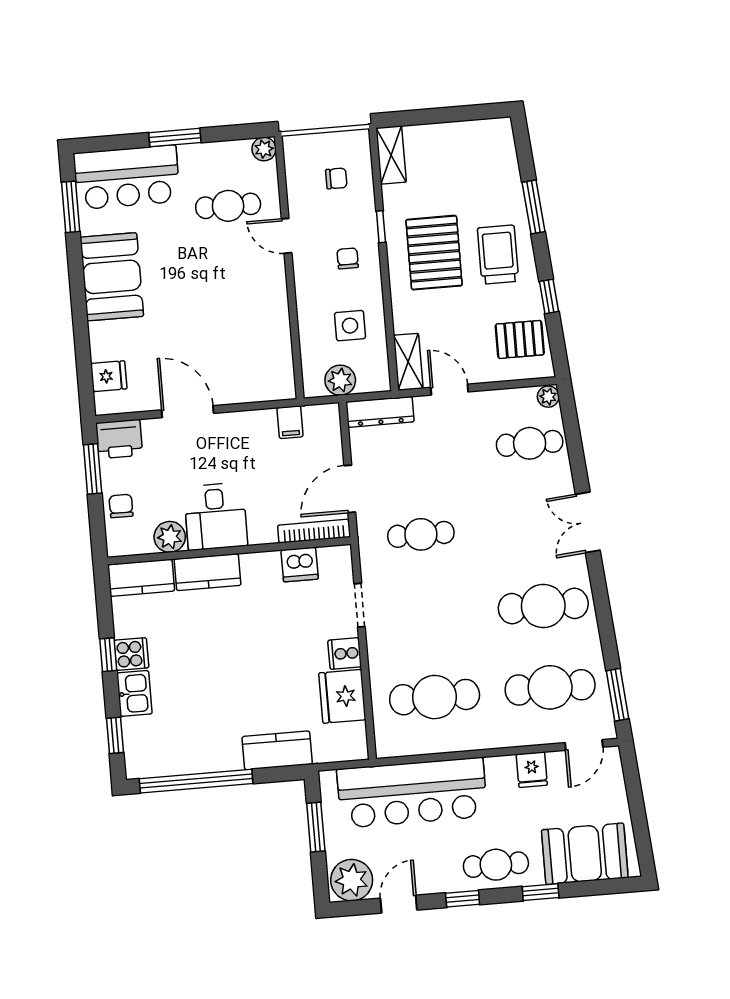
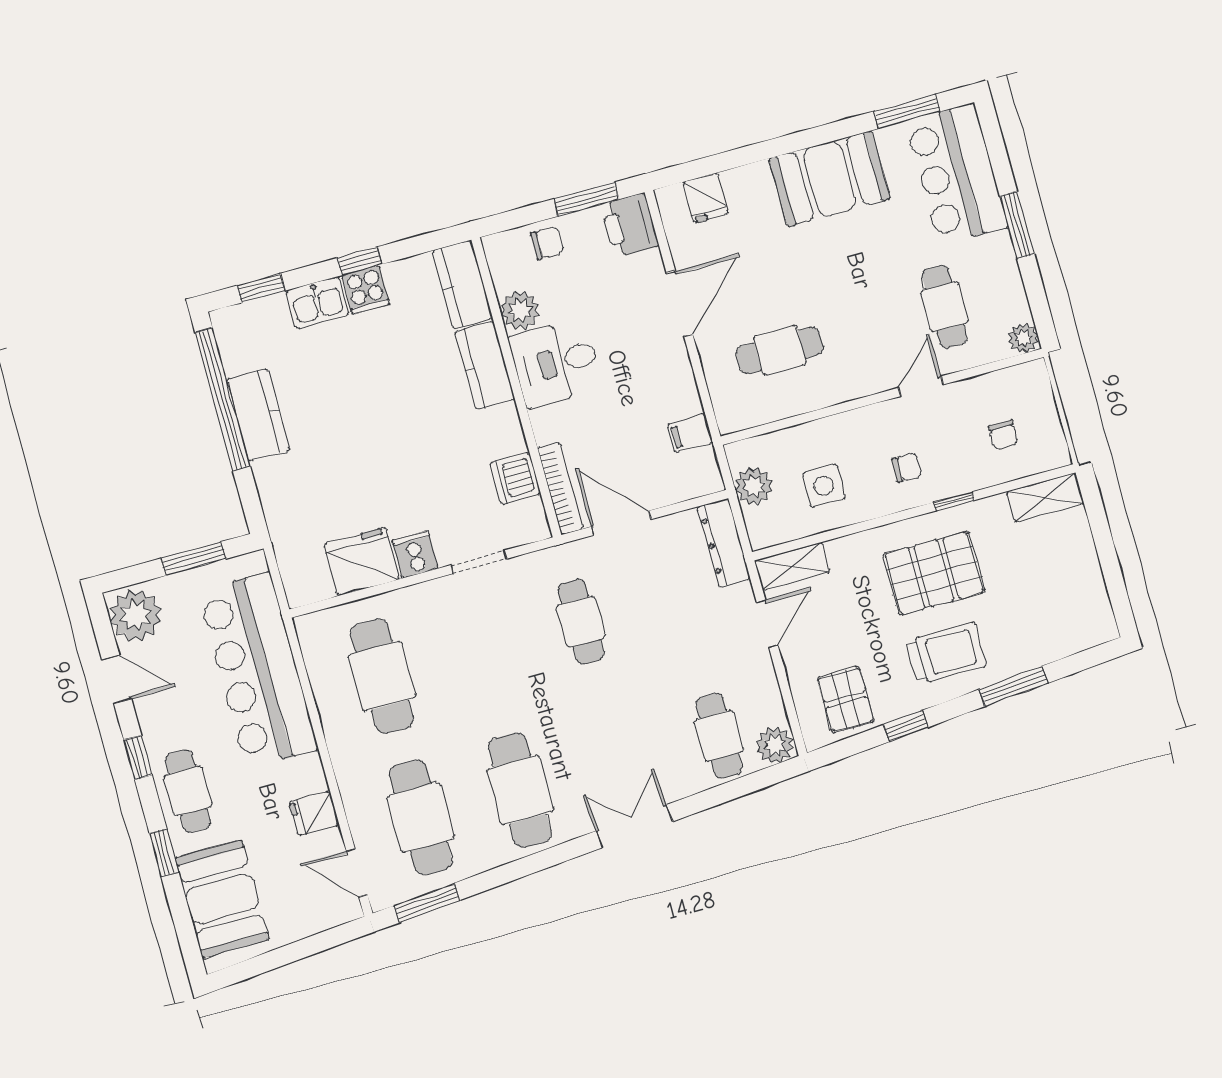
cafe table: (238, 340) -> (780, 350), added
plant: (548, 397) -> (775, 745), width x1.38, depth x1.38
kitchen counter: (277, 750) -> (258, 415), moved

